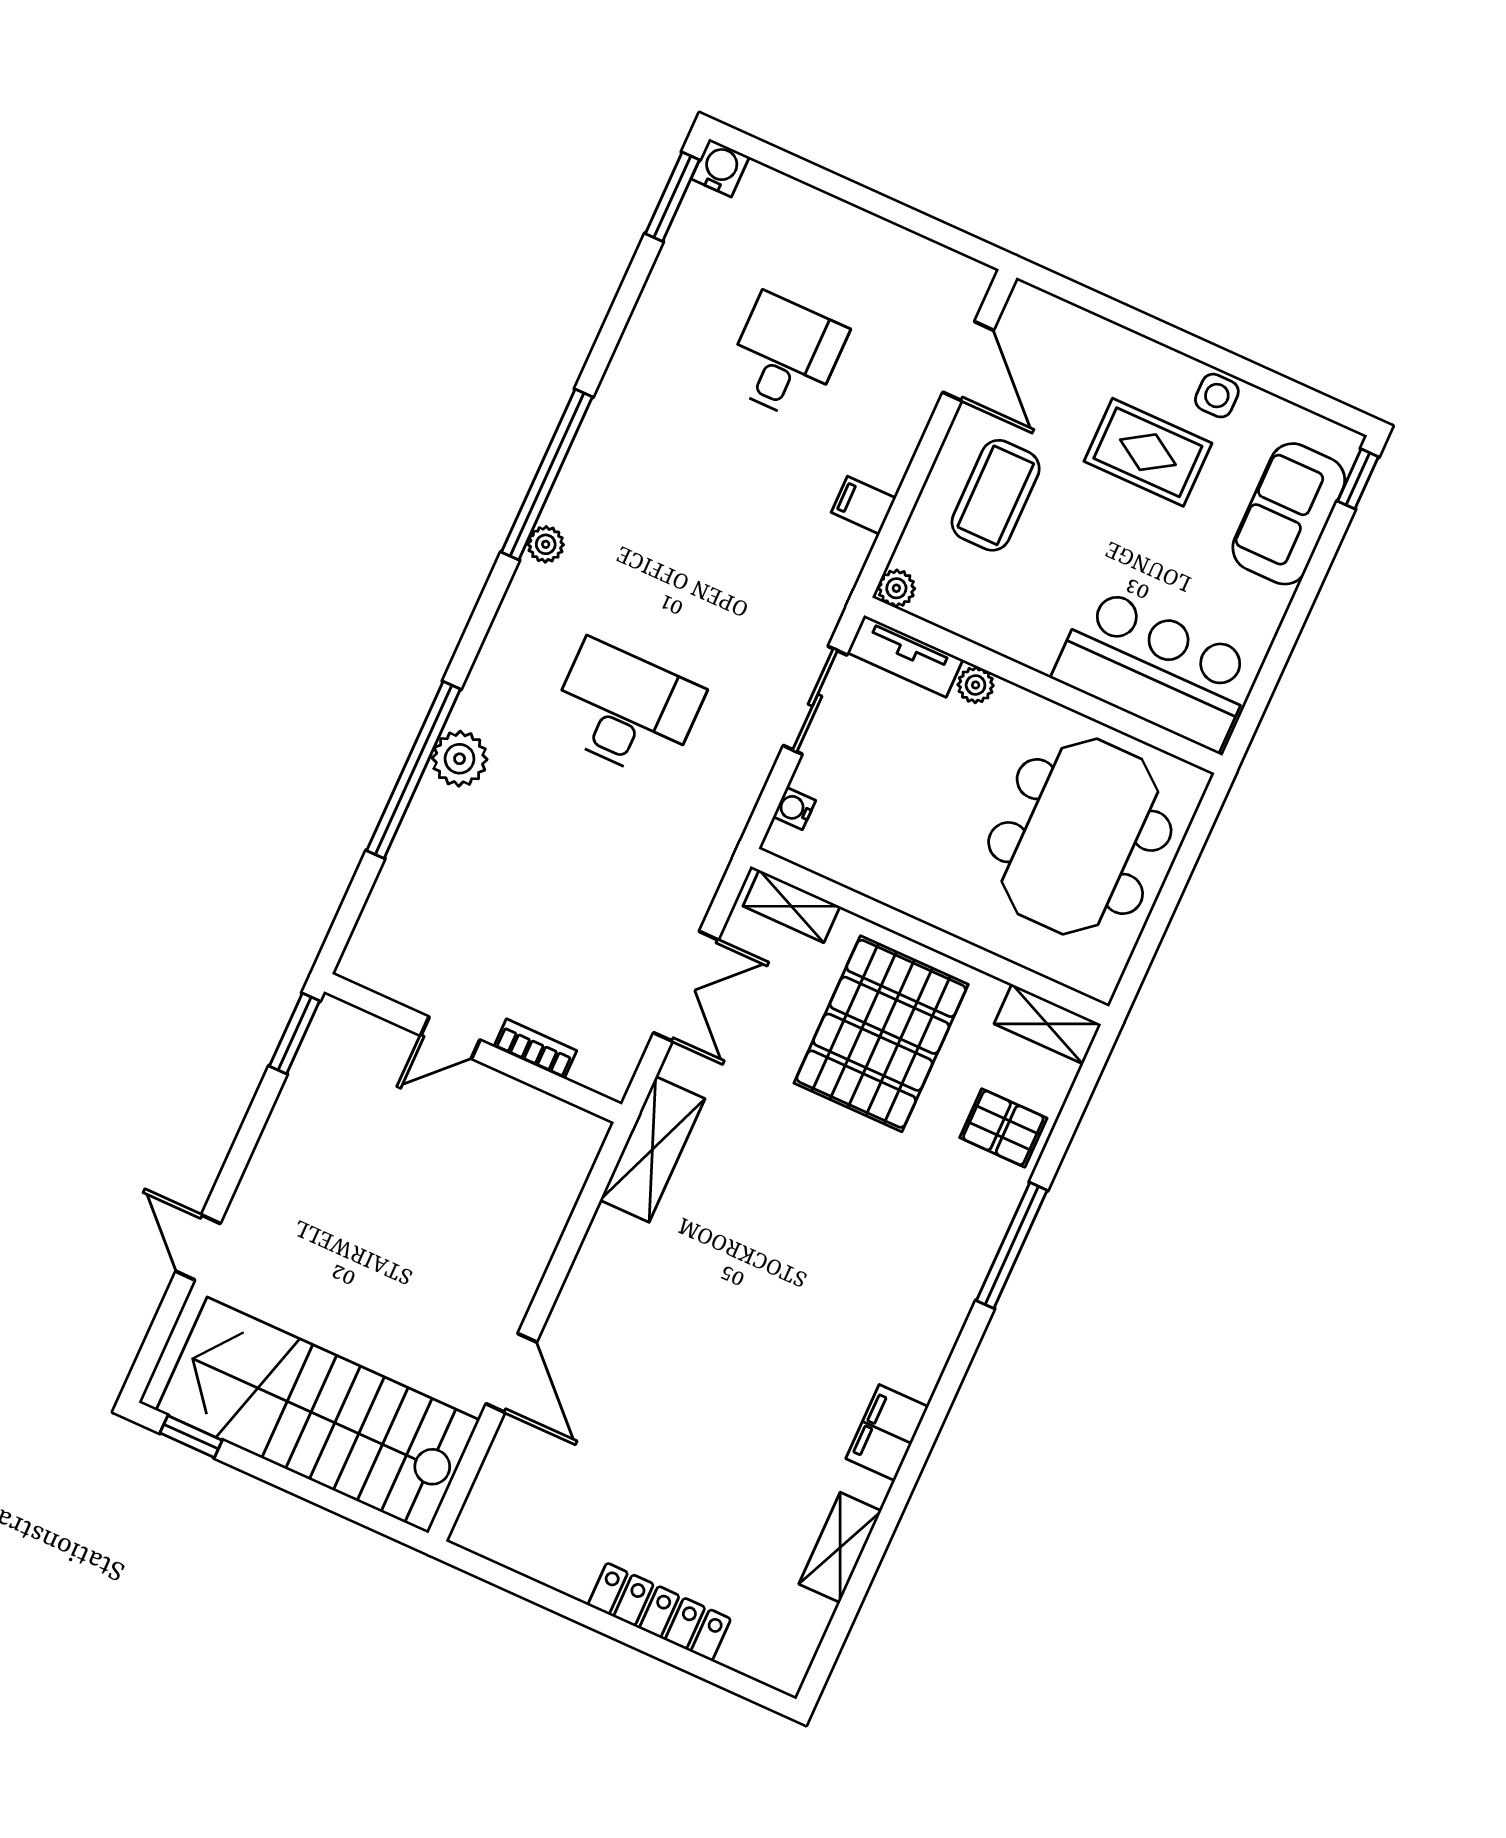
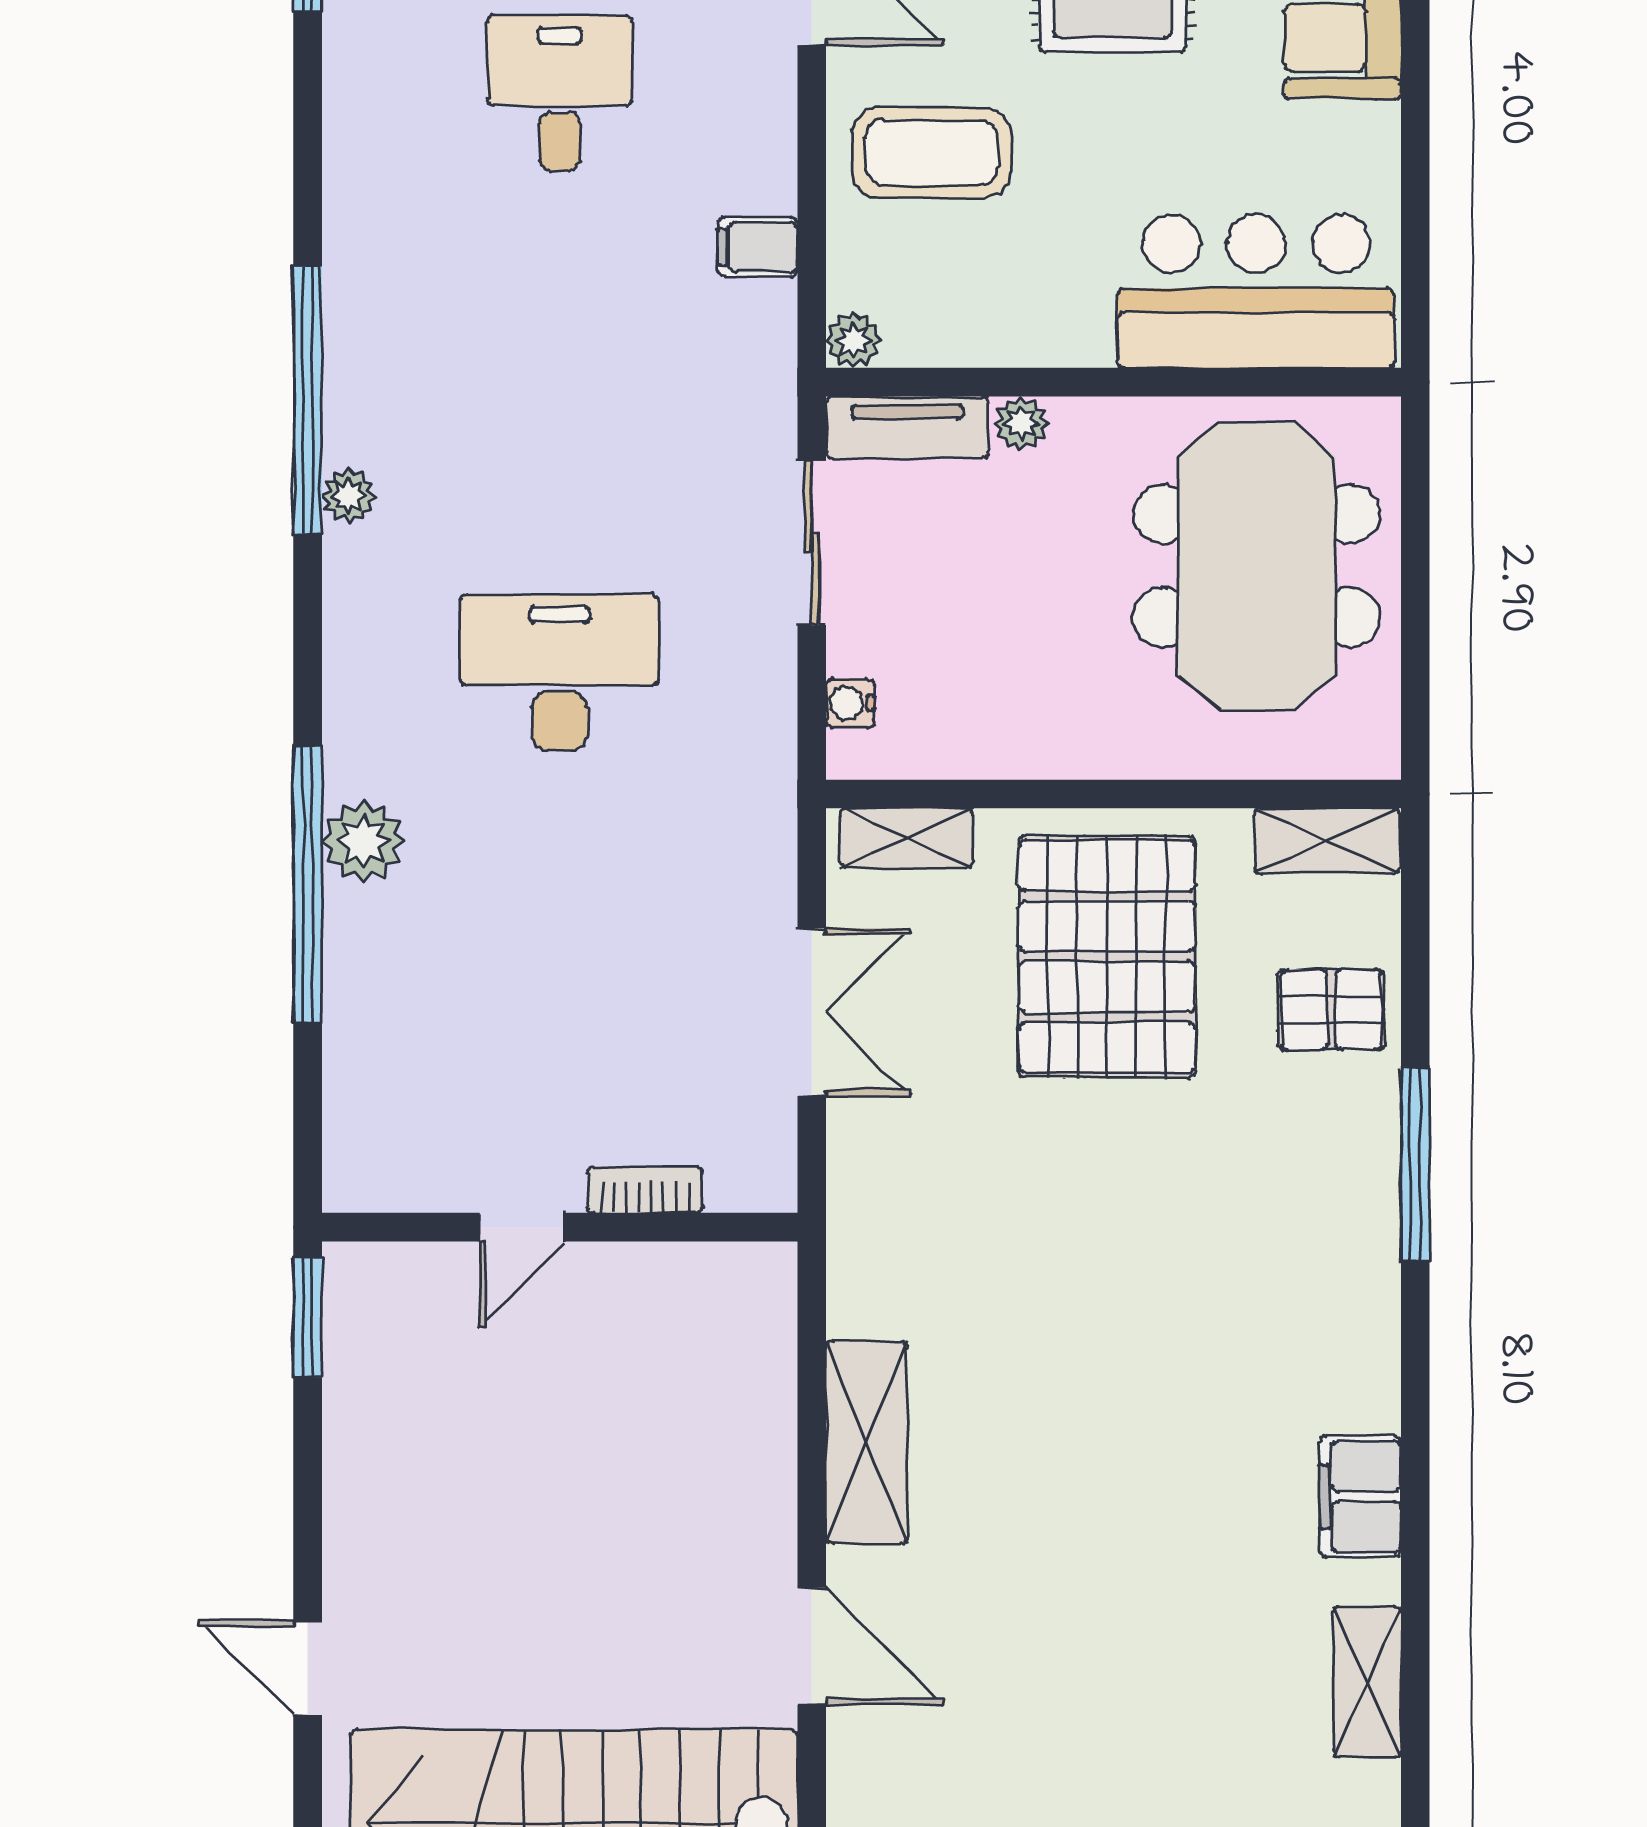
coffee table: (996, 495) -> (932, 153), turned 90
shelving: (652, 1149) -> (866, 1443), moved

